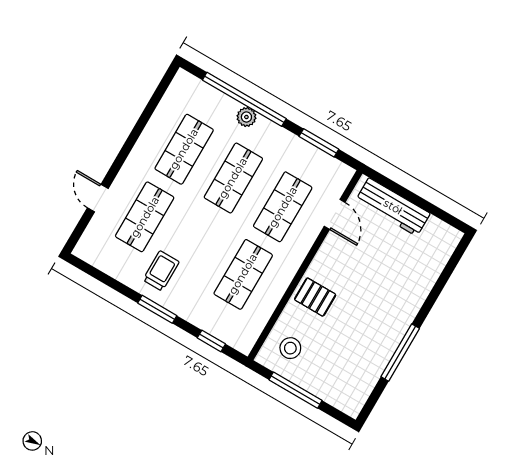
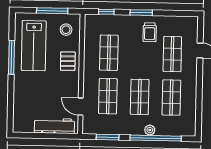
pallet: (315, 297) -> (68, 61), turned 90
lab bench: (355, 351) -> (34, 46), added

